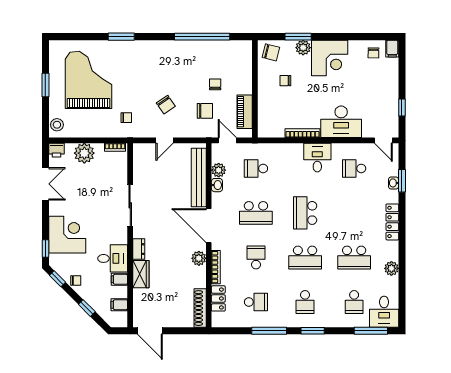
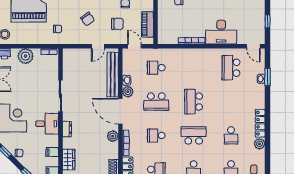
door: (165, 140) -> (98, 46), moved
desk: (317, 158) -> (203, 59), removed
school desk: (354, 168) -> (231, 68), width x1.85
plant: (219, 170) -> (128, 92), moved
locker: (392, 222) -> (260, 123), moved
school desk: (256, 257) -> (156, 135), turned -90
school desk: (305, 257) -> (194, 135), turned 180
school desk: (354, 257) -> (231, 135), width x0.54
desk: (113, 258) -> (47, 124), moved
wardrobe: (141, 274) -> (69, 160), moved

